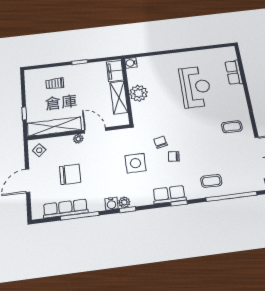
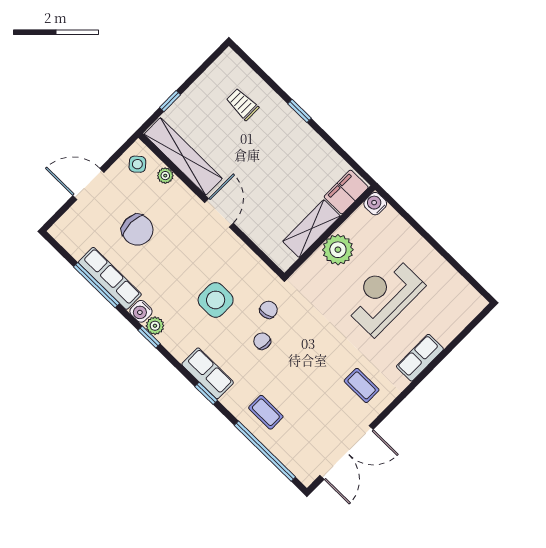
water cooler: (131, 63) -> (375, 204), moved
filing cabinet: (115, 71) -> (346, 192), moved
row of seats: (234, 72) -> (420, 358), moved
reception desk: (195, 87) -> (384, 296), turned 180
wall: (127, 91) -> (330, 231), moved
plant: (138, 93) -> (338, 250), moved
shelving: (119, 98) -> (311, 229), moved
plant: (78, 139) -> (165, 176), moved
row of seats: (65, 208) -> (110, 278), moved

